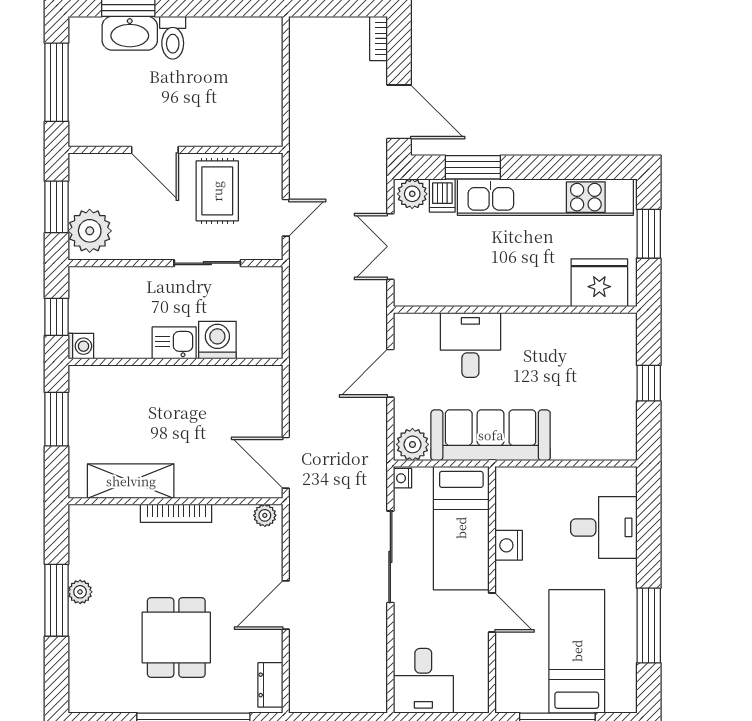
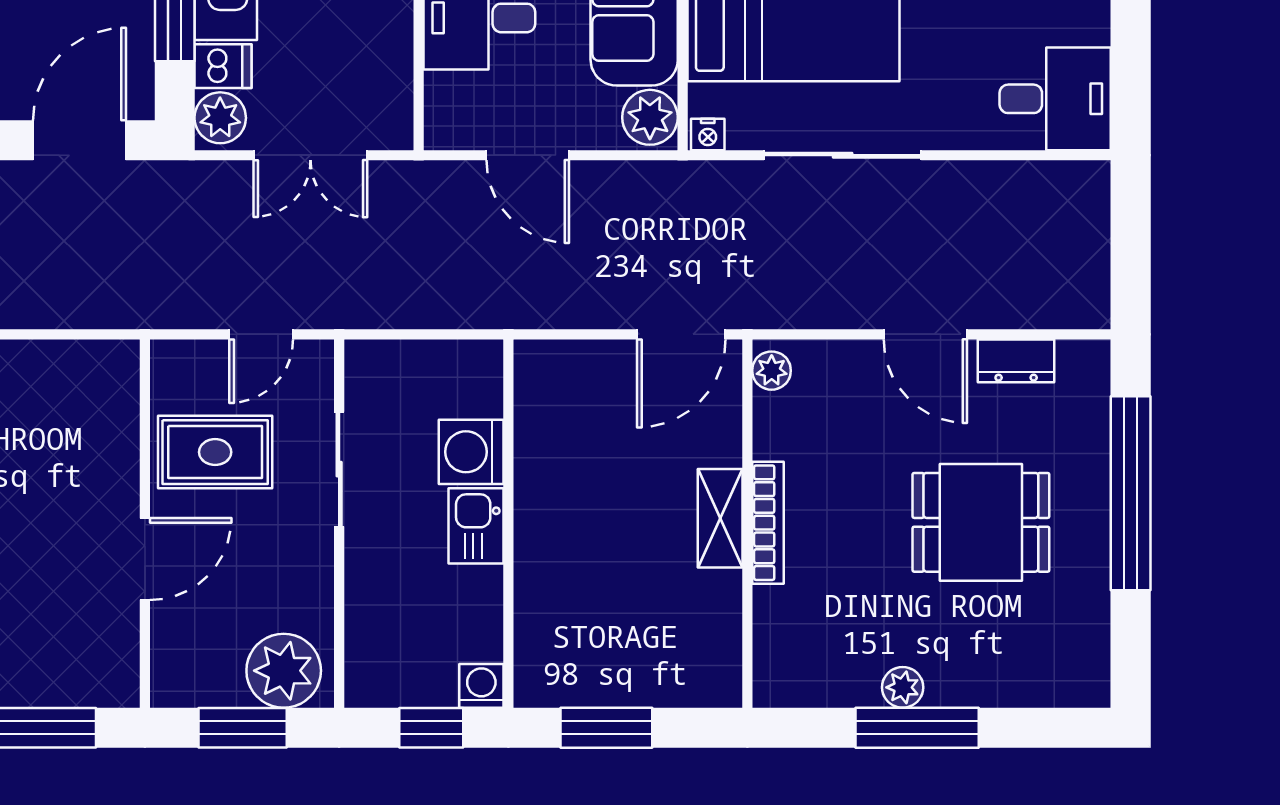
door: (286, 218) -> (261, 334), swing flipped
shelving: (131, 481) -> (720, 518), moved, width x0.67, depth x0.75
dresser: (270, 685) -> (1016, 361), moved

